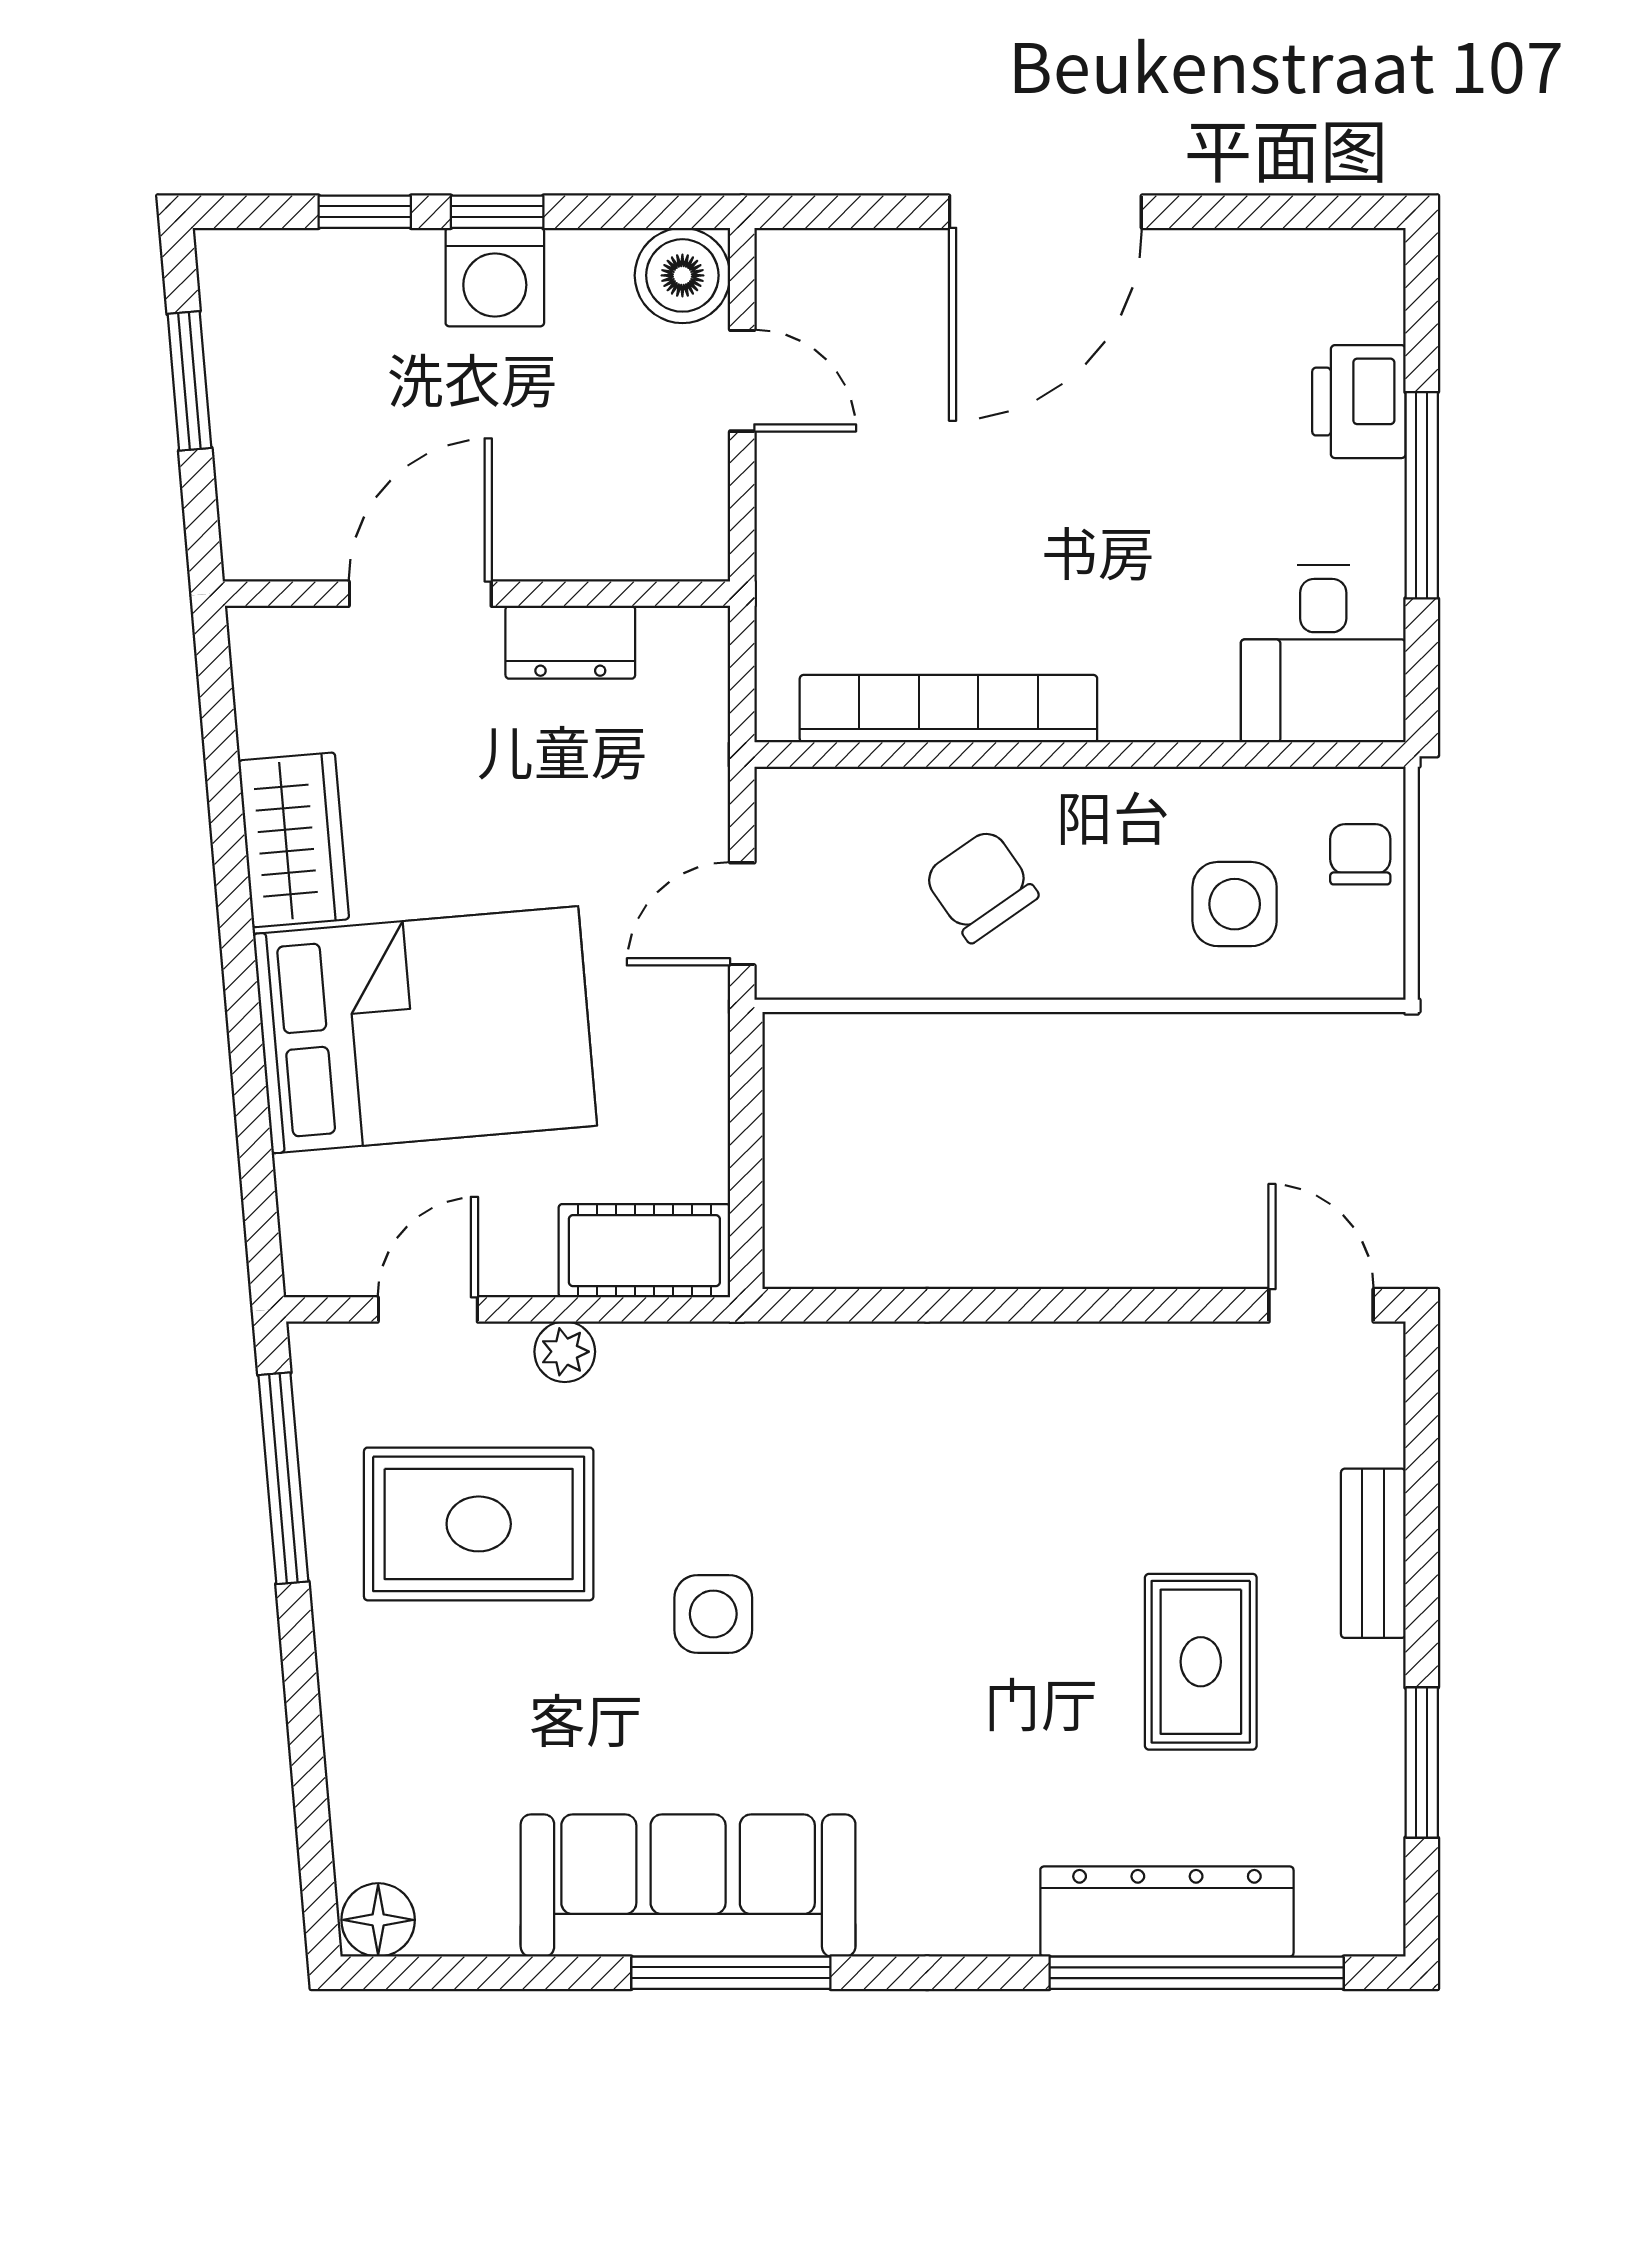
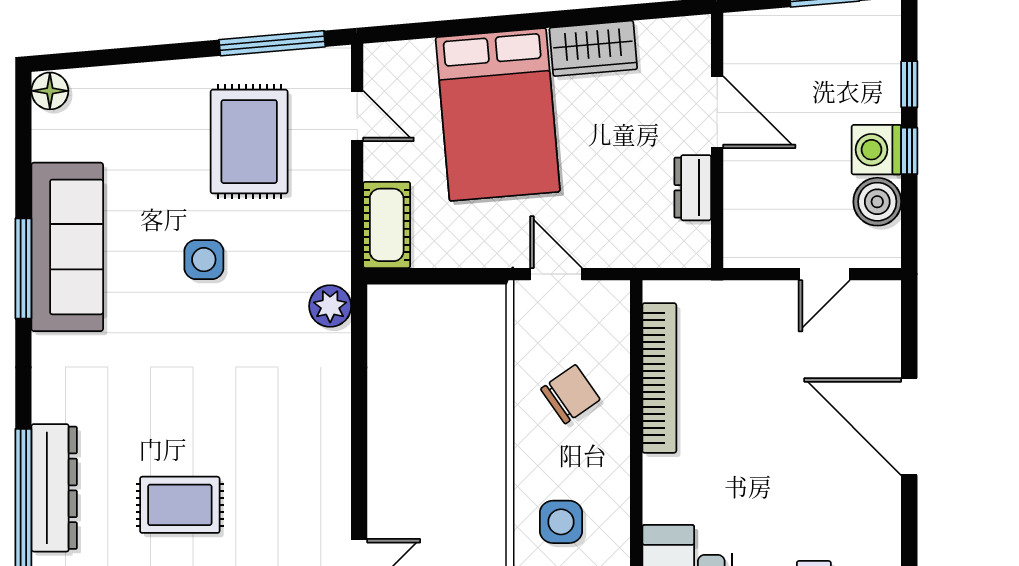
boiler: (682, 275) -> (877, 202), moved
plant: (565, 1352) -> (330, 306), moved, width x1.38, depth x1.38

